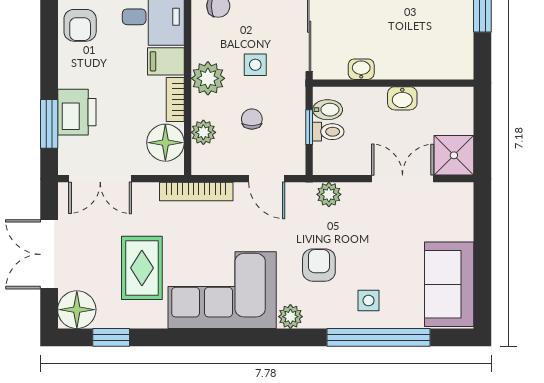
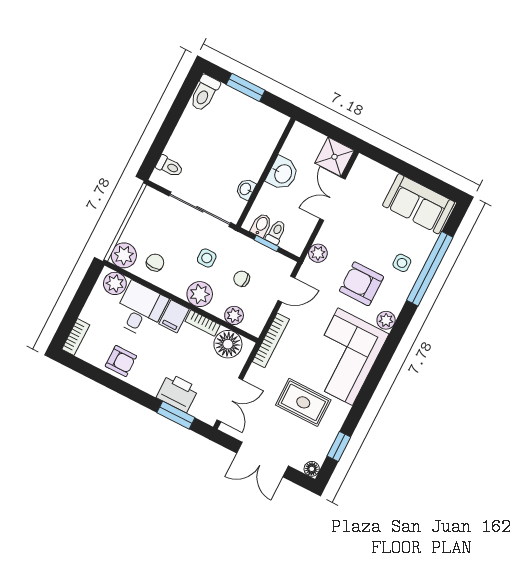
washbasin: (402, 98) -> (283, 173), width x1.38, depth x1.45
armchair: (319, 265) -> (362, 284), width x1.38, depth x1.38
floor lamp: (77, 310) -> (312, 469), width x0.53, depth x0.53

